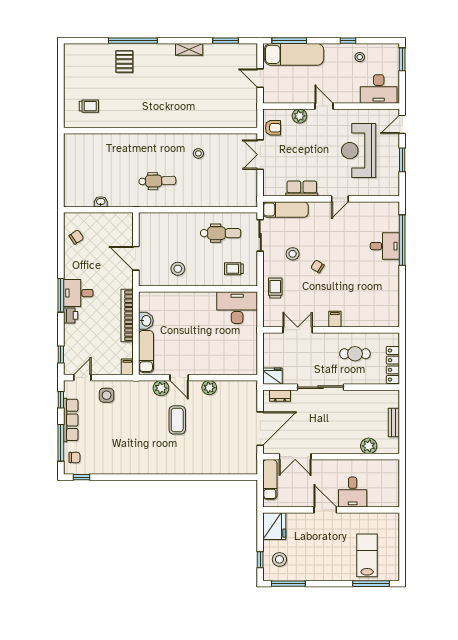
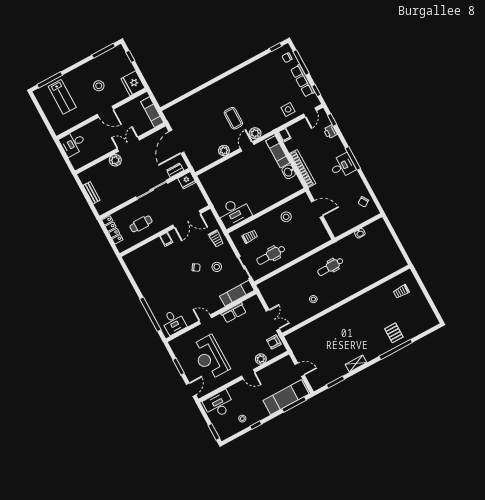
reception desk: (359, 151) -> (210, 357), turned 180
door: (340, 199) -> (205, 319), hinge flipped
desk: (385, 246) -> (173, 322), moved, turned -90
printer: (71, 315) -> (330, 132), moved
double door: (298, 330) -> (187, 219), width x1.37
door: (179, 378) -> (247, 146), hinge flipped
plant: (369, 446) -> (115, 160), moved
double door: (295, 457) -> (128, 144), moved
desk: (353, 492) -> (73, 143), moved, turned -90
stool: (279, 559) -> (99, 86), moved

